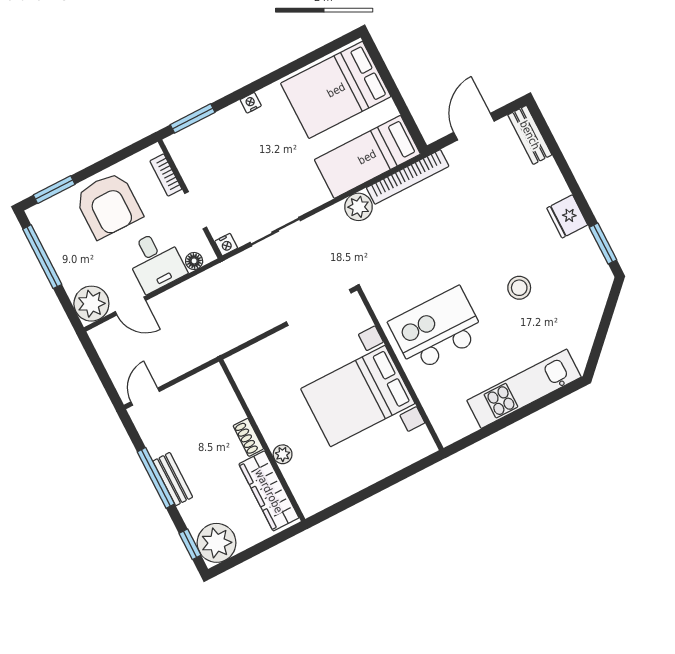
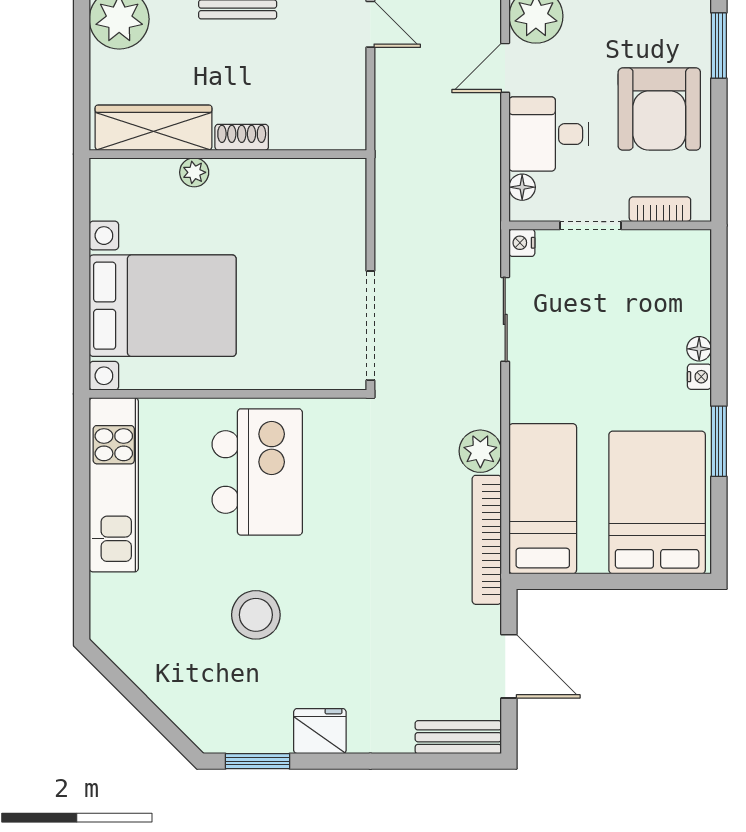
floor lamp: (235, 111) -> (699, 349), added
window: (193, 118) -> (719, 441), moved
armchair: (108, 205) -> (659, 109), turned -90
stool: (519, 288) -> (256, 615), width x1.38, depth x1.38
kitchen unit: (524, 389) -> (114, 485), moved
bed with nightstands: (358, 396) -> (163, 306), moved, turned 90

